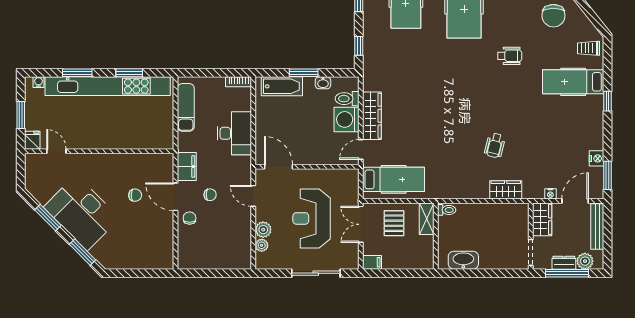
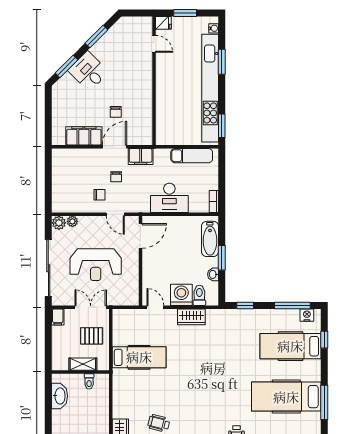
window: (129, 73) -> (222, 126), moved
wardrobe: (372, 116) -> (191, 317), width x0.67
door: (56, 151) -> (154, 44), hinge flipped
hospital bed: (394, 179) -> (139, 357), moved, turned -90
door: (253, 196) -> (115, 214), swing flipped
toilet: (447, 210) -> (89, 381), moved
desk: (82, 213) -> (88, 71), width x0.53, depth x0.77
chair: (190, 218) -> (99, 195), moved
reception desk: (312, 218) -> (96, 265), turned 180
shelving: (427, 219) -> (83, 364), moved
plant: (263, 230) -> (59, 223), moved
filing cabinet: (163, 232) -> (84, 136), added
sliding door: (316, 273) -> (48, 268), width x1.36

